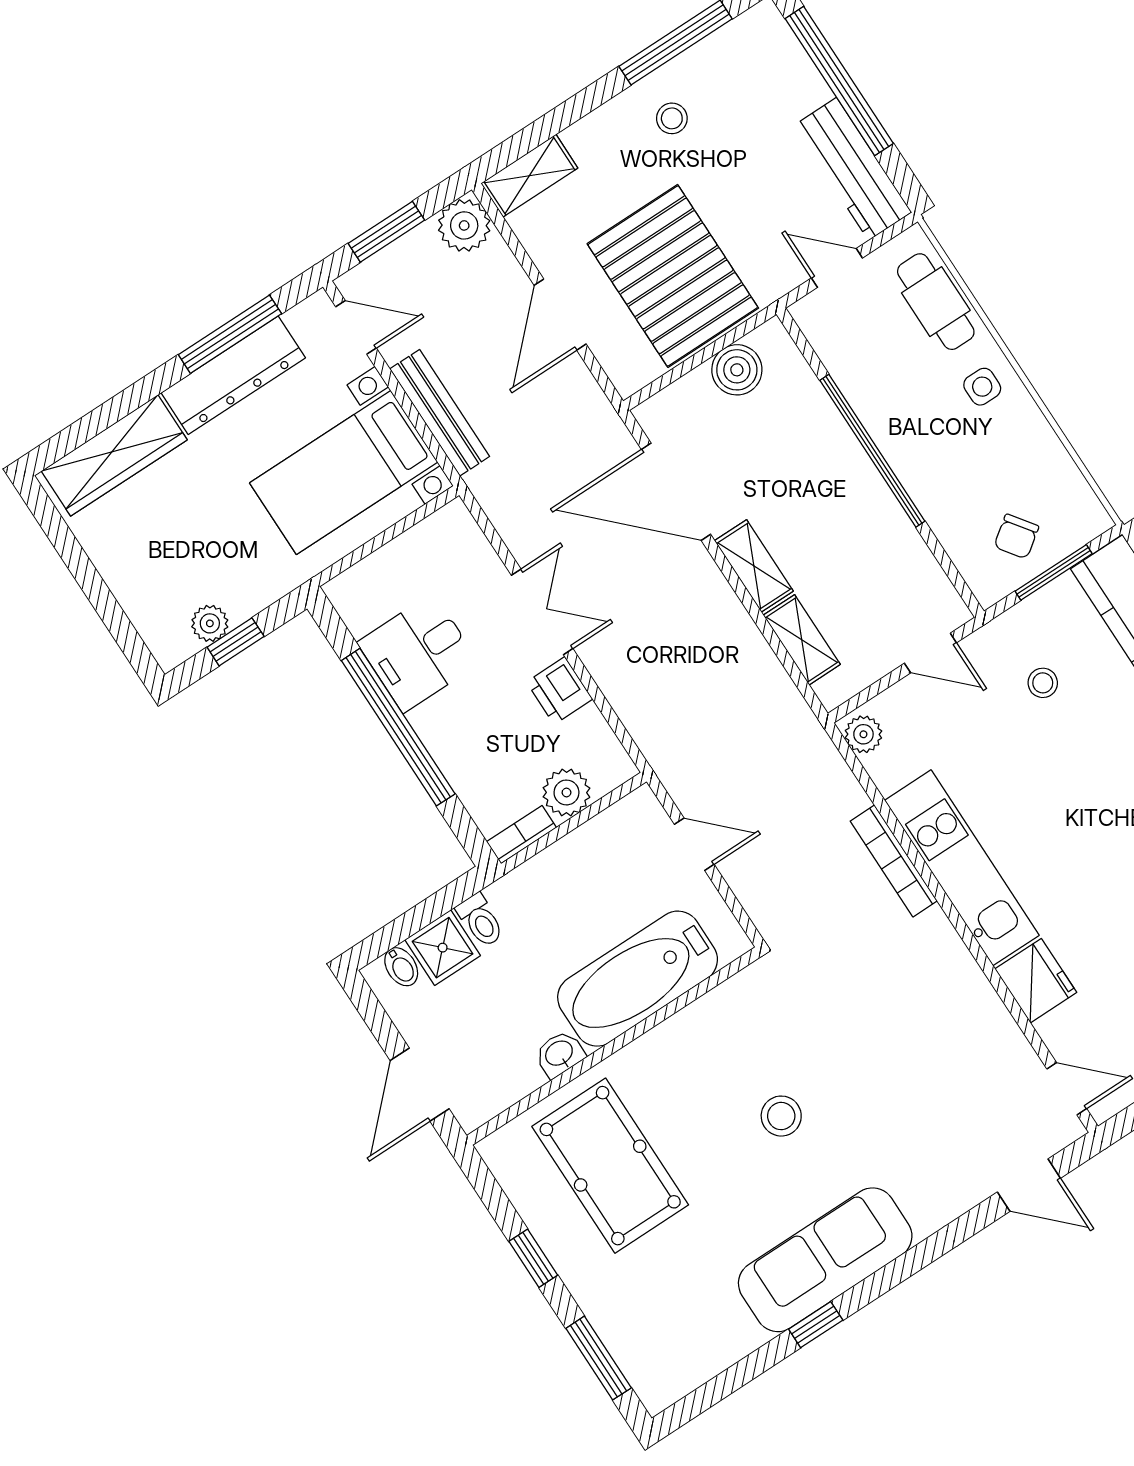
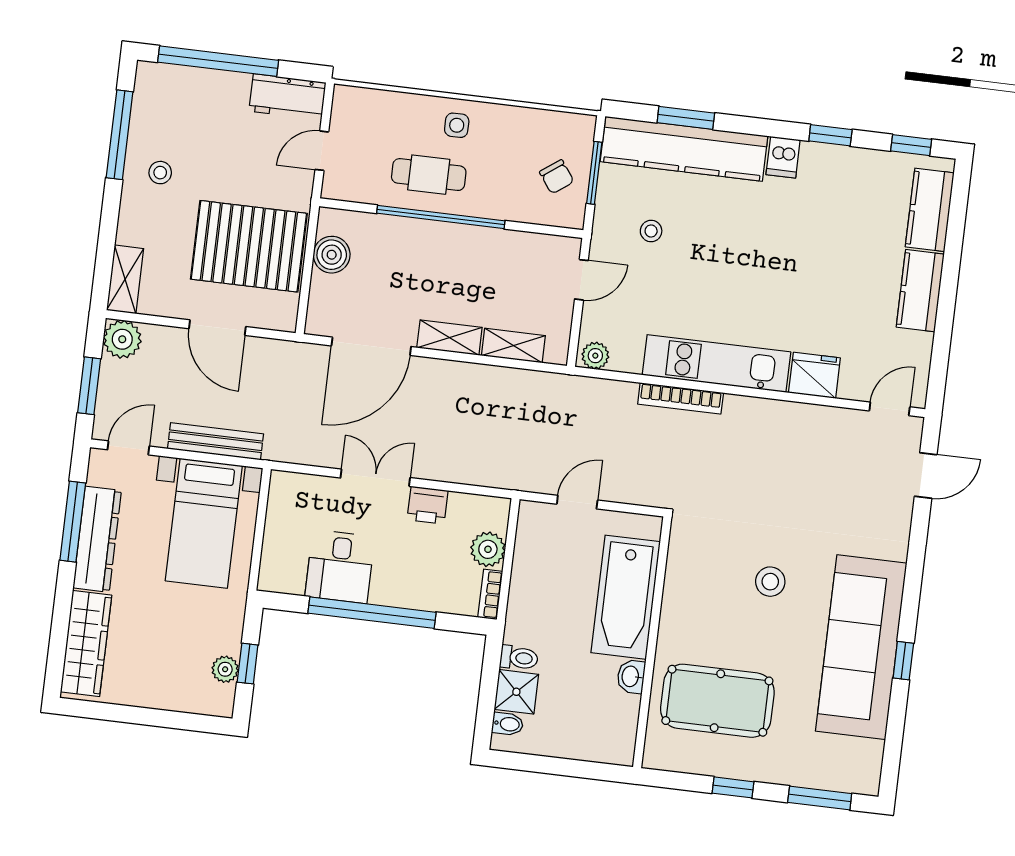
workbench: (853, 169) -> (287, 97), width x0.73
cafe table: (936, 302) -> (429, 175), moved
door: (420, 1085) -> (582, 769), removed
sofa: (825, 1260) -> (861, 647), width x1.36, depth x1.27

